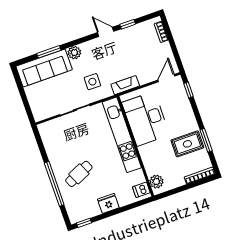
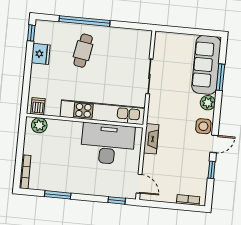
side table: (92, 82) -> (203, 126), moved
rug: (187, 144) -> (63, 174), removed
cafe table: (79, 174) -> (83, 51), turned 34
fridge: (108, 203) -> (41, 54), moved

